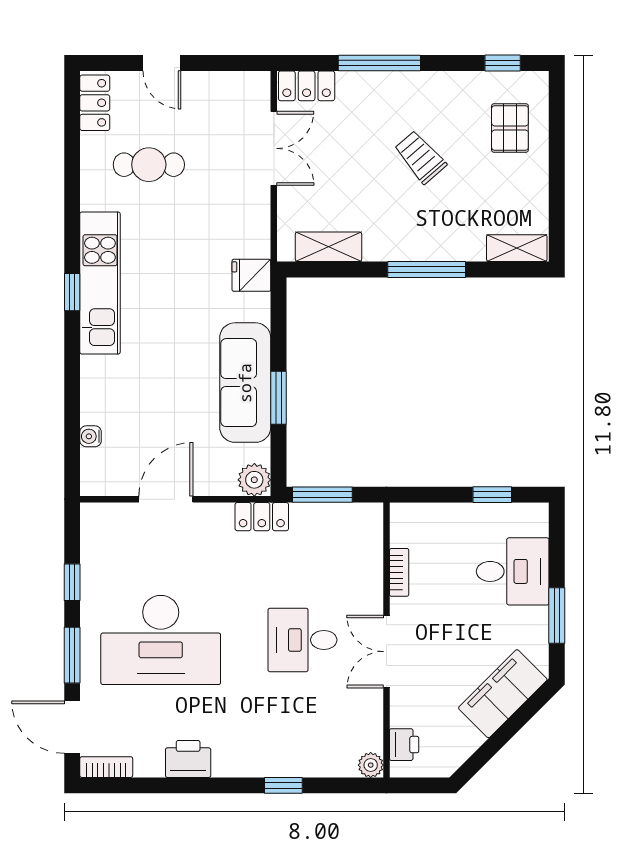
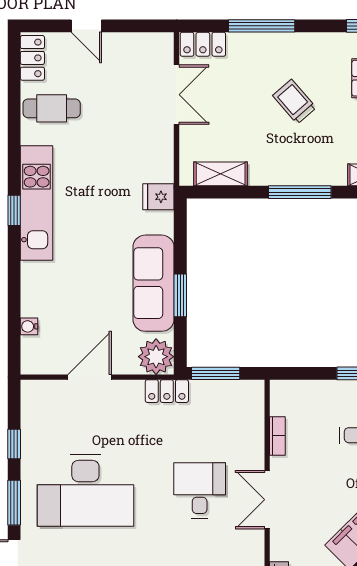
cafe table: (149, 165) -> (52, 108), moved
plant: (254, 480) -> (156, 357), width x1.36, depth x1.36
desk: (302, 640) -> (200, 490), turned 90

